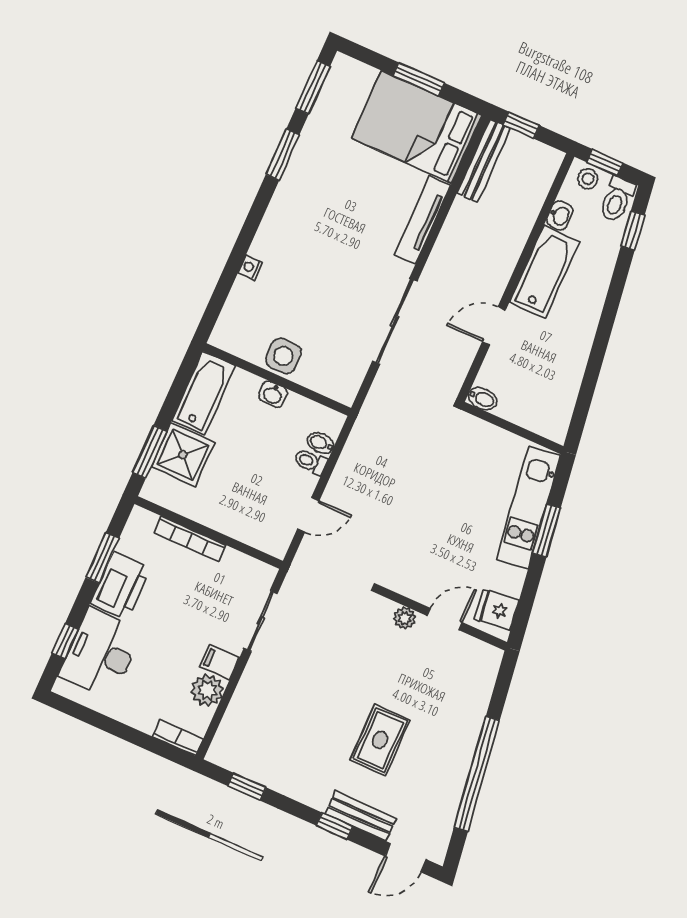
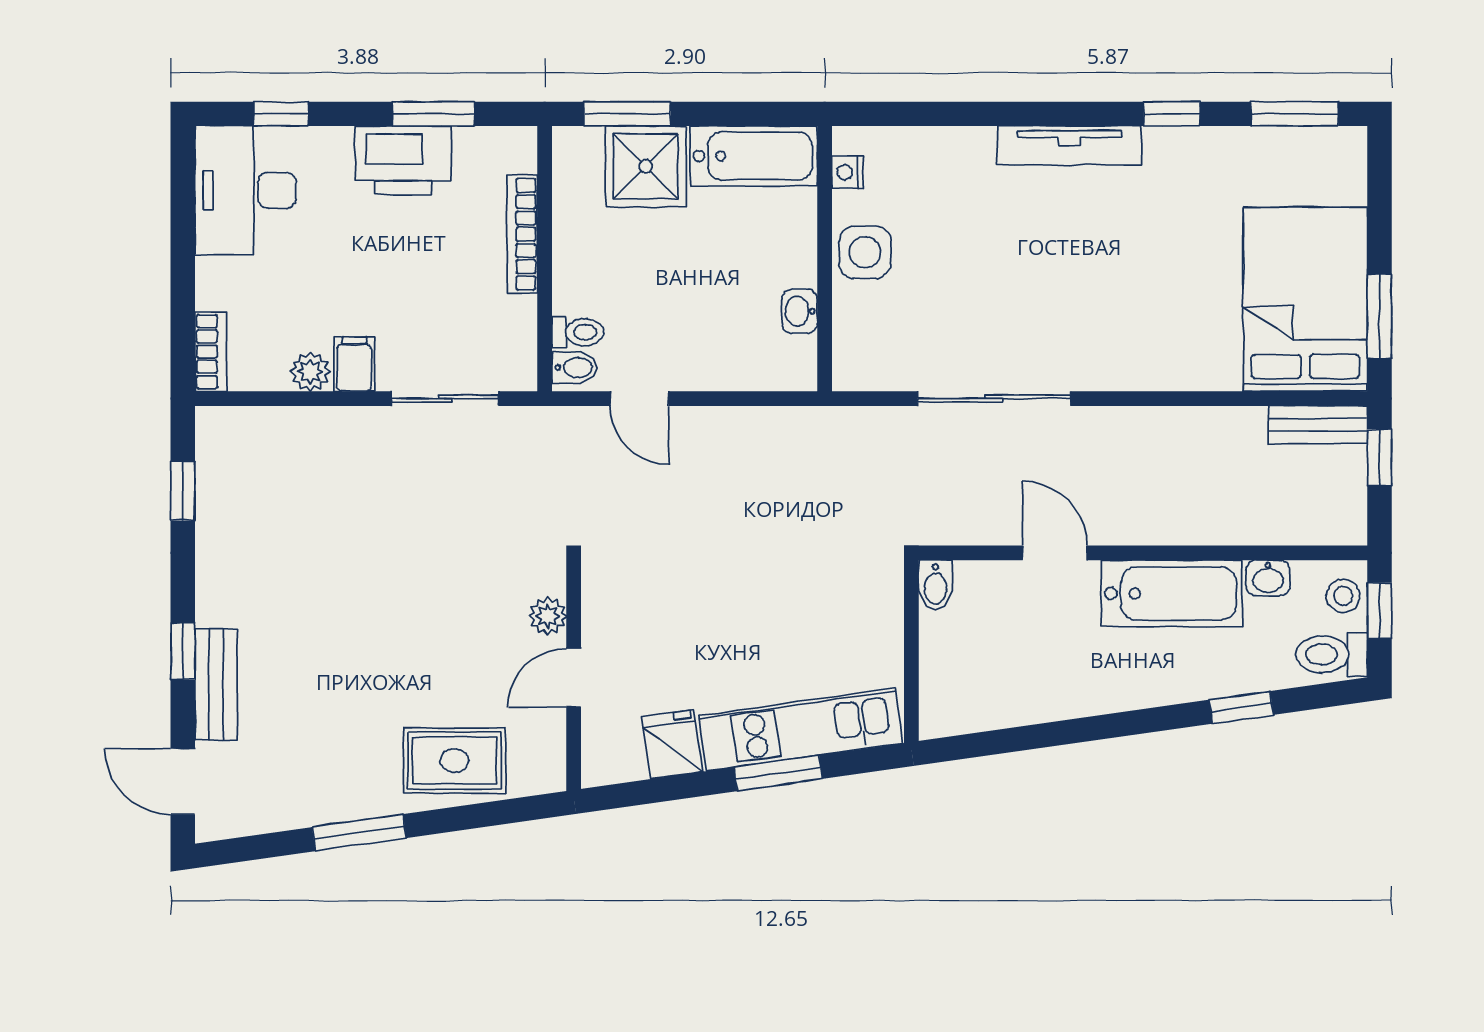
window: (419, 79) -> (1380, 316), moved
window: (283, 155) -> (1172, 114), width x0.67
bench: (484, 161) -> (1318, 425), width x0.73
tv unit: (423, 220) -> (1069, 145), moved, turned 180
window: (633, 231) -> (1241, 707), moved
nightstand: (250, 268) -> (847, 172), moved, turned -90
washbasin: (273, 394) -> (800, 311), moved
bidet: (321, 443) -> (575, 368), moved, turned 90
toilet: (310, 462) -> (578, 332), moved, turned 90
fridge: (497, 610) -> (672, 744), moved
door: (445, 619) -> (574, 678), swing flipped
desk: (101, 653) -> (246, 190), moved, turned -90
plant: (207, 690) -> (310, 372), width x0.73, depth x0.73
rug: (380, 740) -> (454, 761), moved
window: (477, 774) -> (359, 833), width x0.47

